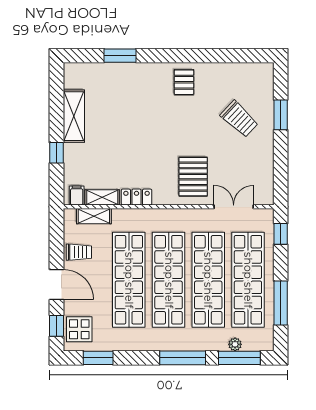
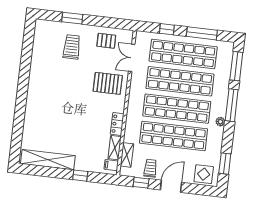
window: (120, 56) -> (18, 124), removed
pallet: (184, 82) -> (106, 41), moved
shelving: (74, 116) -> (48, 160), width x1.47
trolley: (239, 119) -> (72, 47), turned -43
window: (281, 234) -> (167, 29), moved
window: (56, 326) -> (141, 183), moved
plant: (235, 344) -> (220, 122), moved

